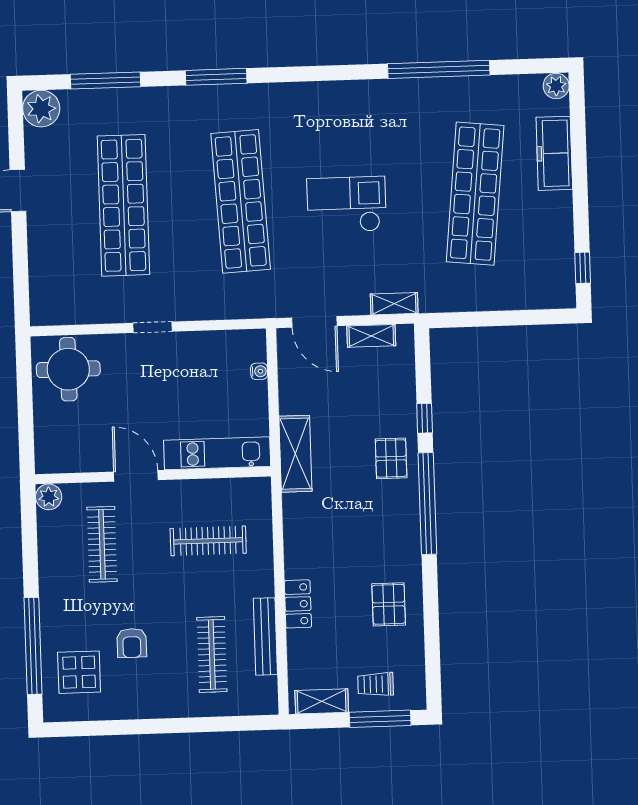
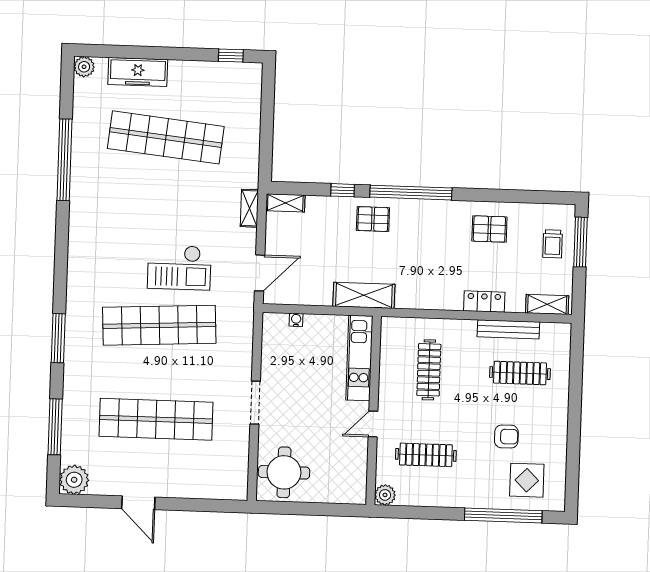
checkout: (347, 205) -> (179, 267), moved, turned -90
doorway: (153, 327) -> (255, 403), width x1.38
shelving: (371, 336) -> (285, 203), moved, turned 90
door: (136, 476) -> (373, 424), width x0.73
shelving: (322, 701) -> (547, 304), moved, turned 90

